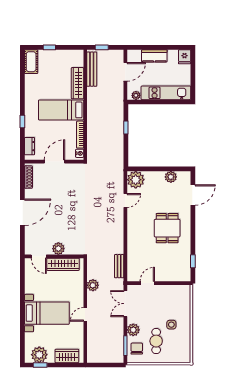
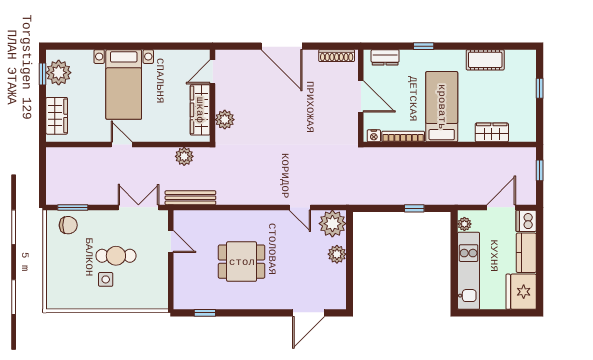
dishwasher: (134, 56) -> (526, 221), added
fridge: (185, 57) -> (521, 292), width x1.88, depth x1.34
cot: (31, 62) -> (485, 60), moved
bench: (92, 69) -> (506, 155), removed
door: (125, 72) -> (501, 207), swing flipped
wardrobe: (77, 83) -> (492, 132), width x0.67
plant: (171, 177) -> (337, 254), moved
door: (193, 195) -> (309, 313), hinge flipped
dining table: (167, 228) -> (242, 262), moved
plant: (58, 249) -> (225, 120), moved
bench: (119, 266) -> (190, 198), width x1.36
plant: (93, 285) -> (184, 156), moved
plant: (133, 330) -> (97, 220), removed
cafe table: (156, 341) -> (116, 256), moved

